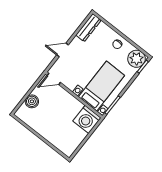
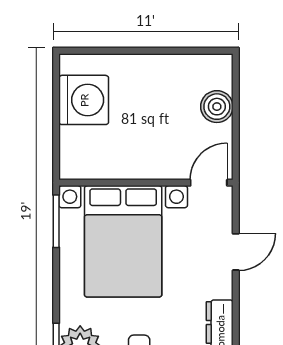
bed with nightstands: (102, 86) -> (123, 241), width x1.36
washing machine: (87, 119) -> (84, 100), moved, turned 90

